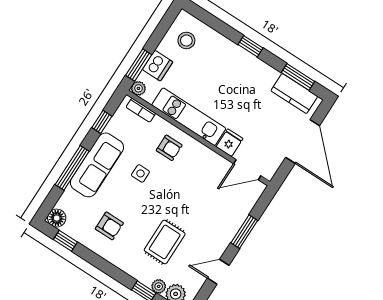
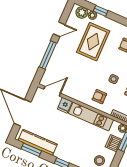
kitchen counter: (294, 94) -> (38, 142), width x1.50
window: (244, 232) -> (48, 55), width x1.44
rug: (165, 242) -> (93, 42), width x1.36, depth x1.43

